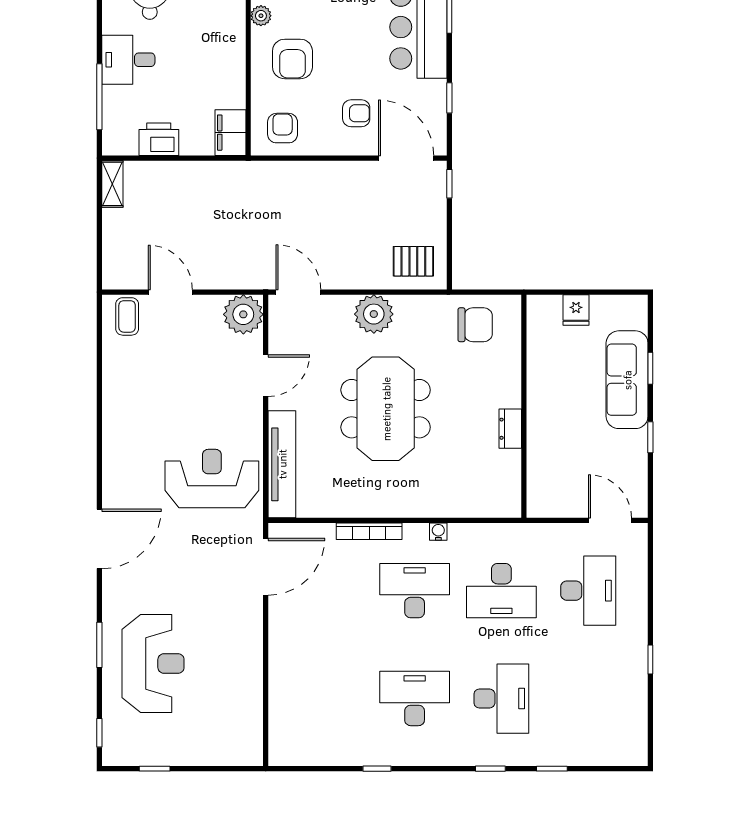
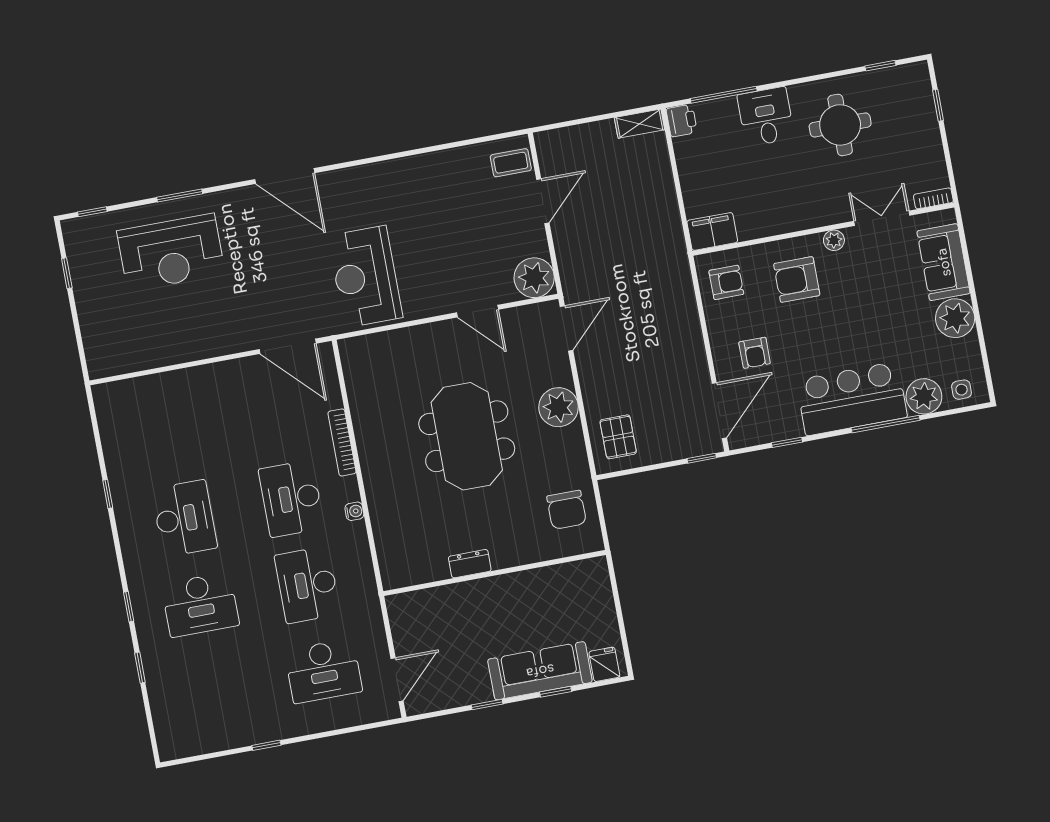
printer: (159, 139) -> (682, 121), moved, width x0.73, depth x0.81
fridge: (576, 310) -> (604, 664), moved, turned 90
meeting table: (386, 409) -> (467, 436), turned 90
tv unit: (282, 464) -> (392, 344), removed
reception desk: (212, 479) -> (365, 277), turned 180
desk: (415, 591) -> (291, 499), turned 180

